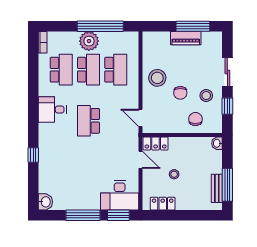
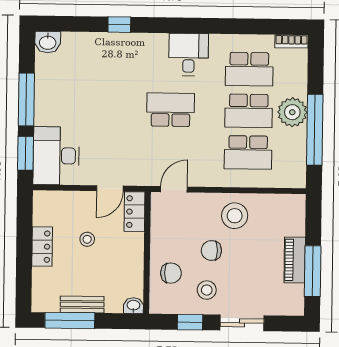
bench: (217, 188) -> (82, 304), moved
locker: (163, 204) -> (42, 247), moved

